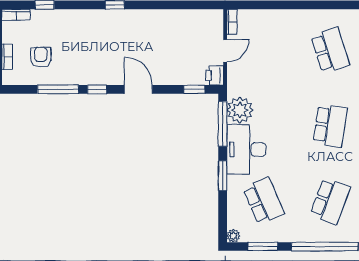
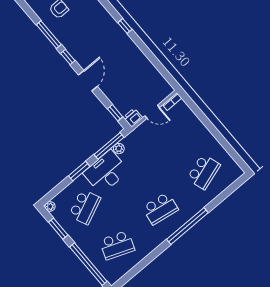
plant: (240, 110) -> (119, 149), width x0.53, depth x0.53

